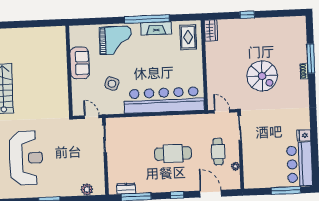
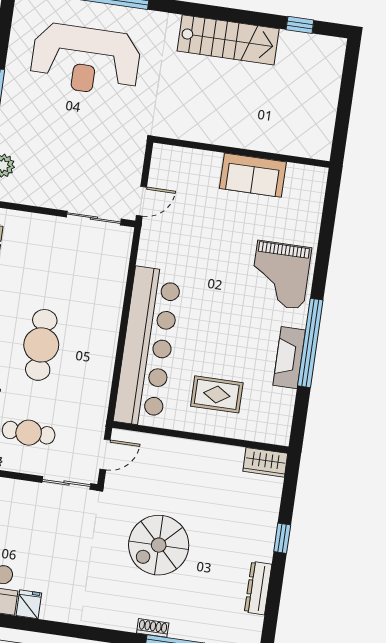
dresser: (274, 22) -> (258, 588), added
rug: (188, 37) -> (217, 394), moved
sofa: (80, 63) -> (253, 175), moved
wall: (69, 71) -> (242, 152), moved
side table: (112, 84) -> (198, 252), removed

